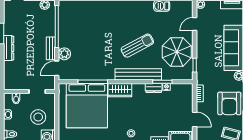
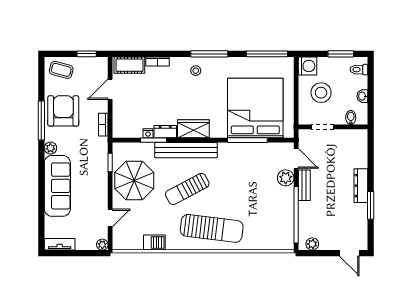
sun lounger: (119, 16) -> (212, 228), added
door: (57, 68) -> (296, 158), hinge flipped
wardrobe: (120, 90) -> (193, 129), moved
door: (195, 119) -> (110, 89), hinge flipped

